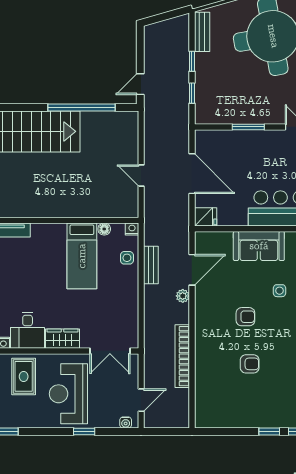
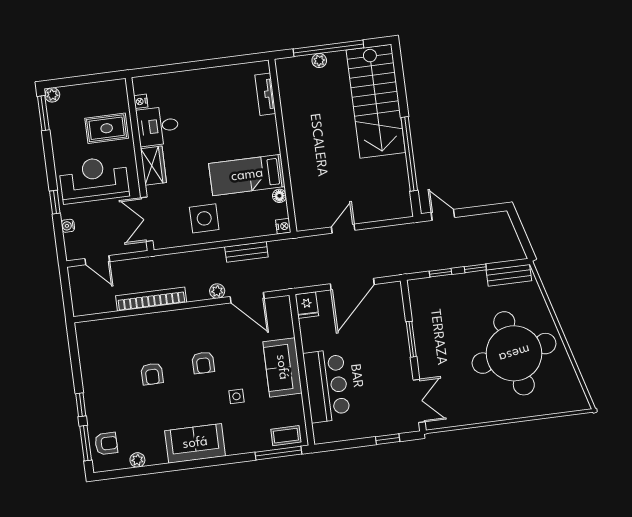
side table: (127, 258) -> (204, 218), moved, width x1.87, depth x1.87
water cooler: (126, 423) -> (68, 226), moved

